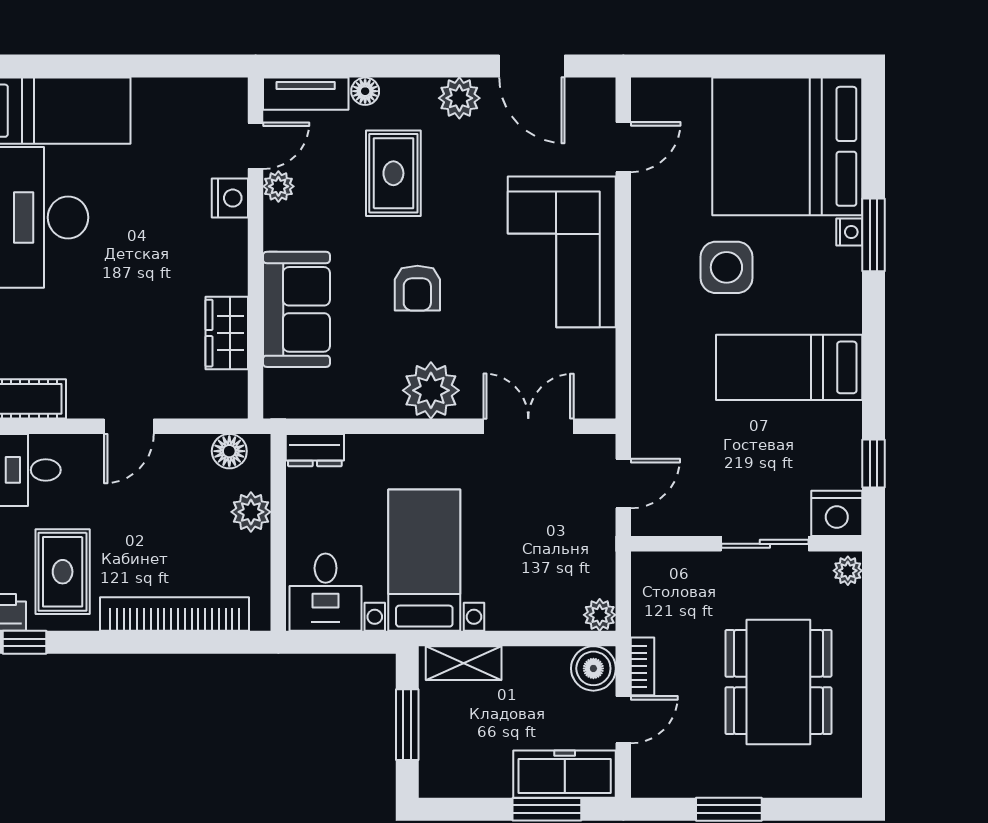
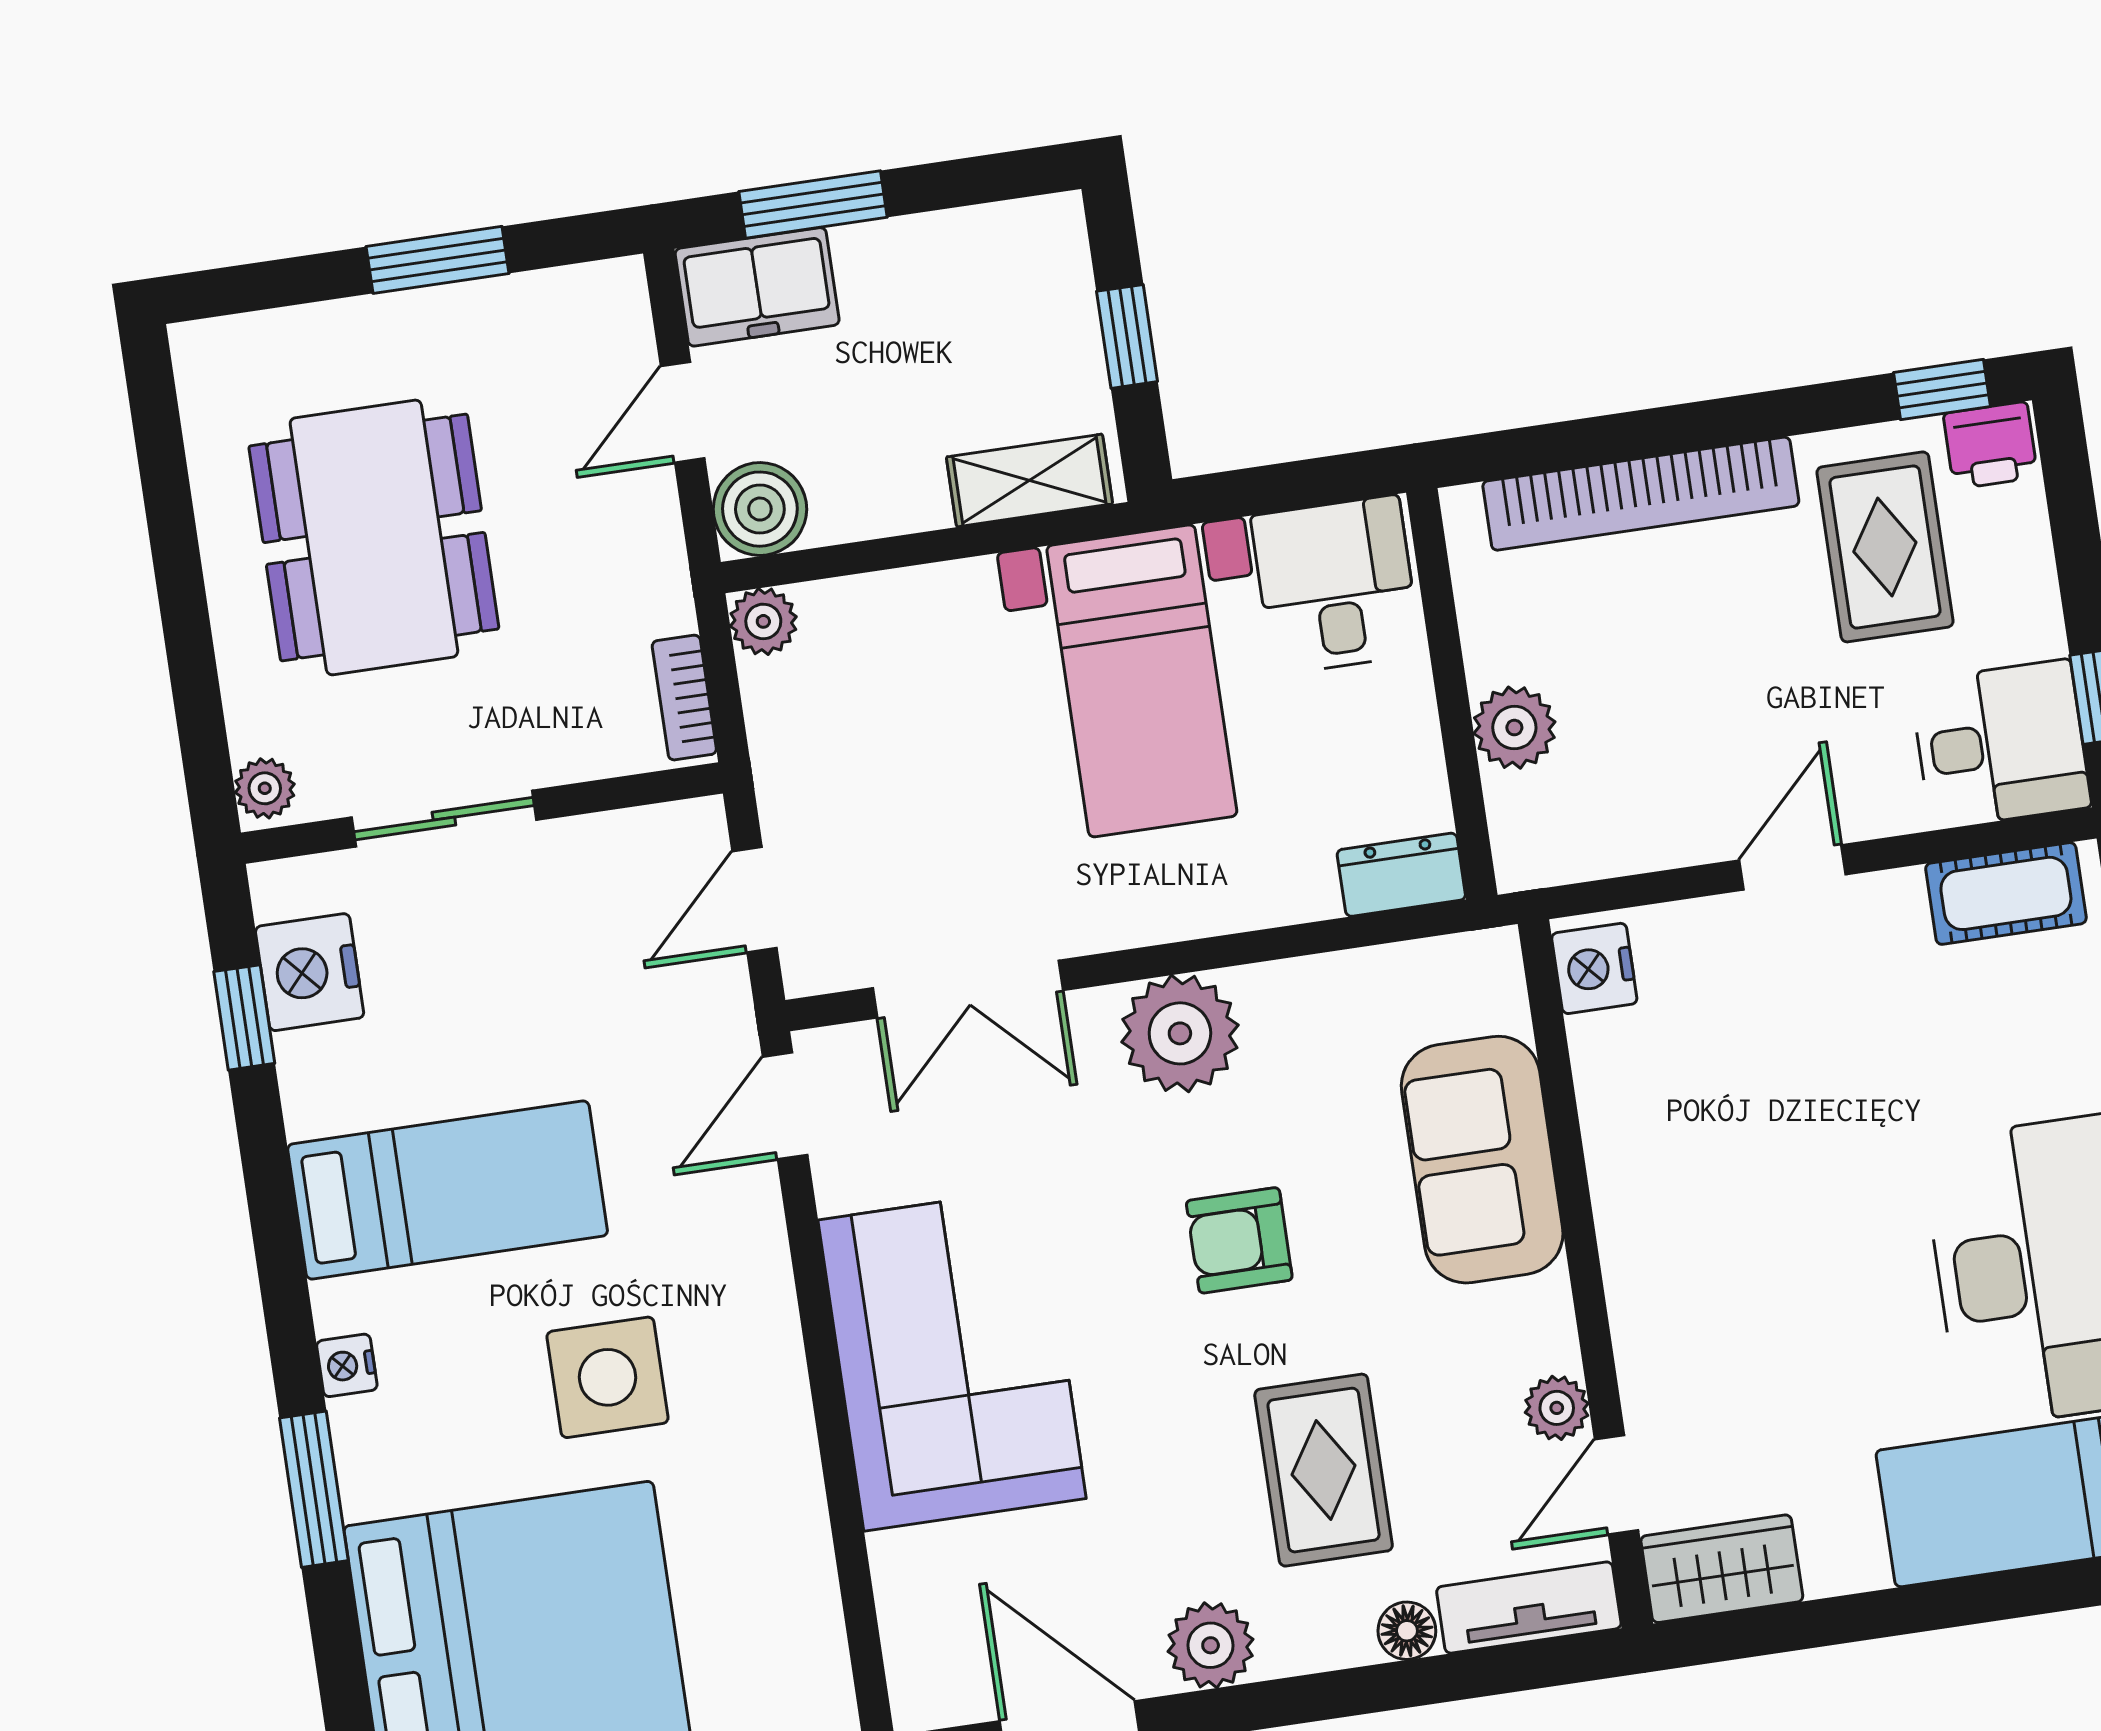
door: (623, 147) -> (785, 1106), moved
nightstand: (230, 198) -> (1594, 968), moved
nightstand: (849, 232) -> (347, 1365), moved
armchair: (417, 288) -> (1239, 1240), turned -90
wardrobe: (227, 333) -> (1722, 1569), moved, turned -90
floor lamp: (229, 451) -> (1578, 847), removed
nightstand: (837, 513) -> (310, 972), moved, turned -90
bookcase: (642, 666) -> (684, 698), moved
window: (407, 725) -> (1127, 336), width x0.67
freezer: (565, 774) -> (757, 287), width x0.71

